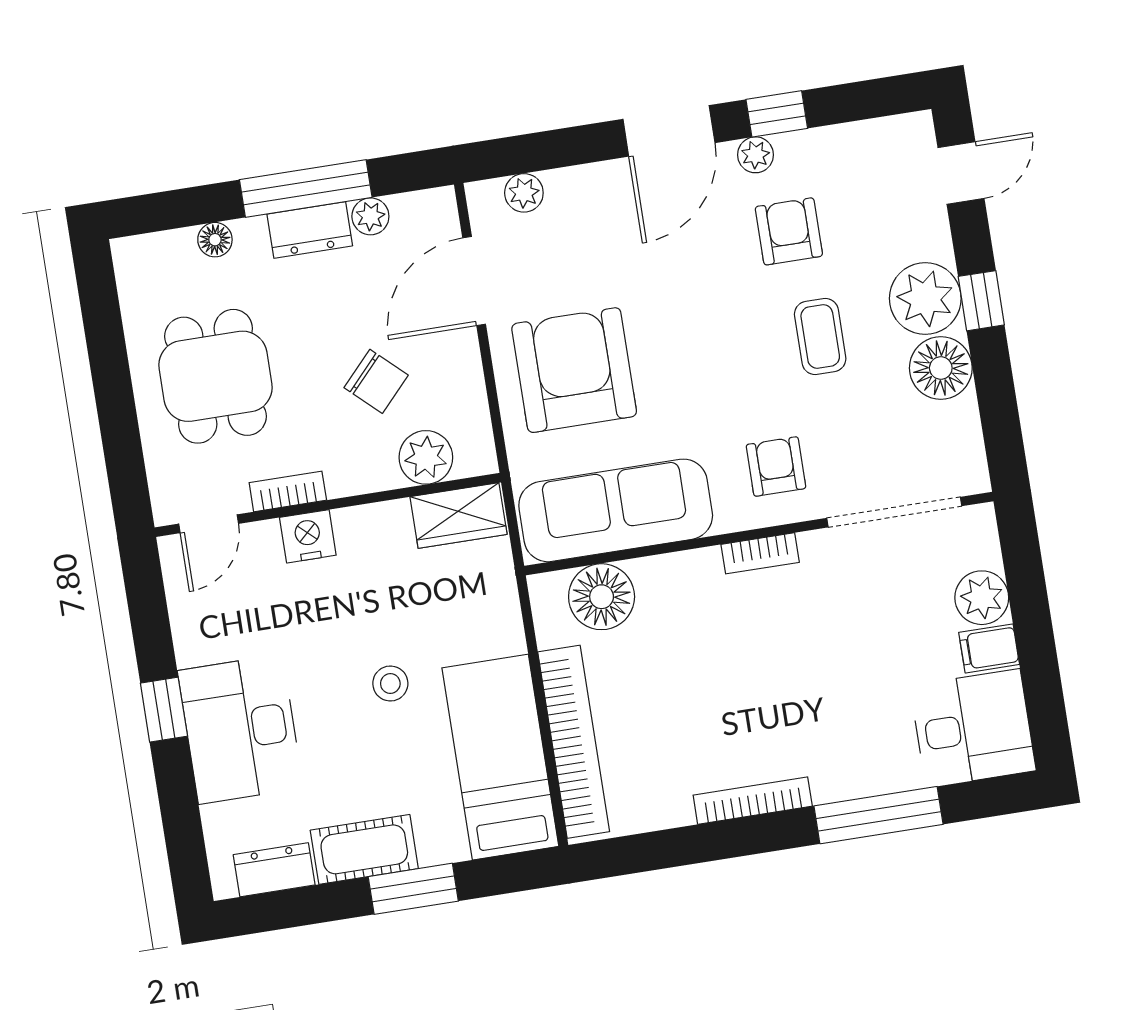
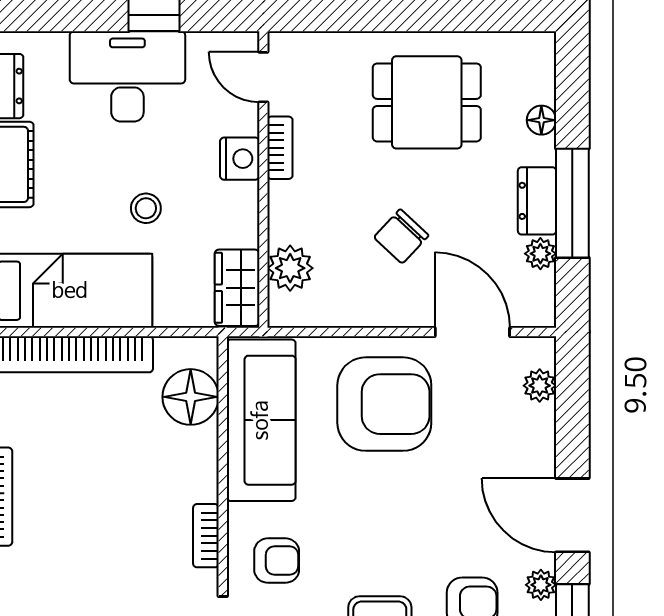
plant: (426, 457) -> (290, 268), moved
bookcase: (288, 491) -> (280, 148), moved
wall: (328, 505) -> (263, 180), moved
wardrobe: (458, 515) -> (237, 288), moved
door: (209, 524) -> (263, 77), moved
nightstand: (308, 536) -> (240, 159), moved

